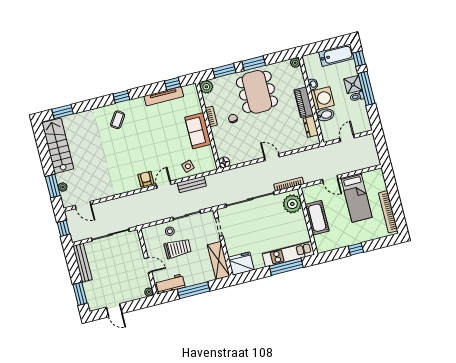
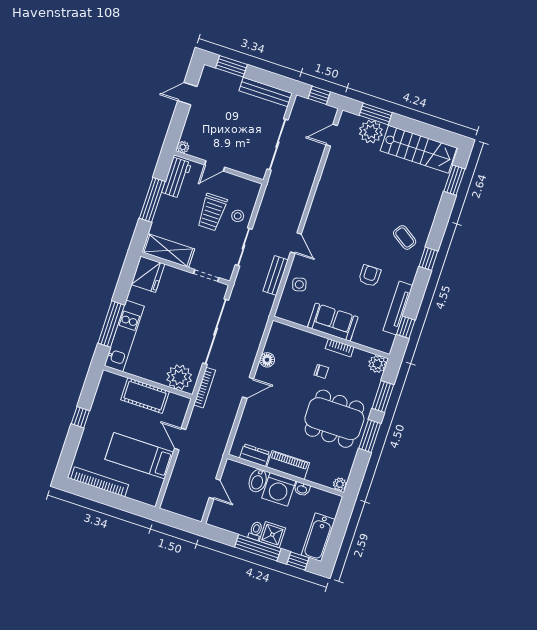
floor lamp: (224, 162) -> (267, 360), moved
armchair: (146, 179) -> (370, 276), moved, turned -90
door: (330, 179) -> (180, 439), hinge flipped
plant: (63, 187) -> (371, 132), width x1.87, depth x1.87

